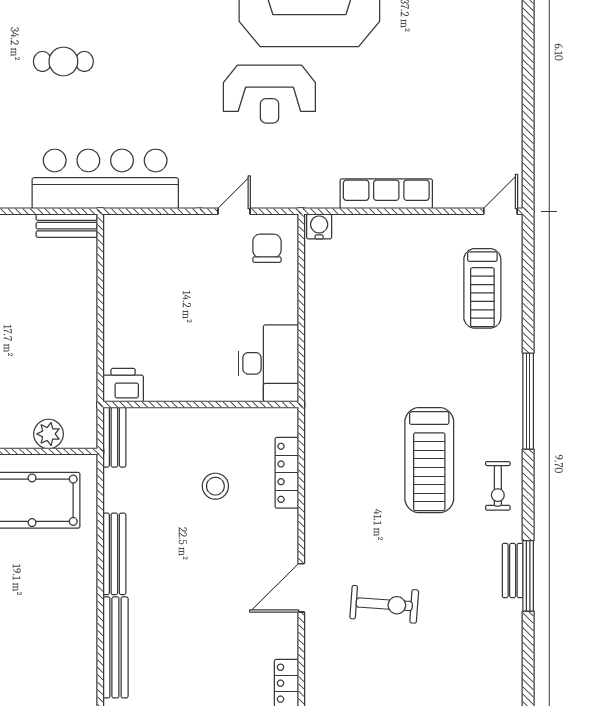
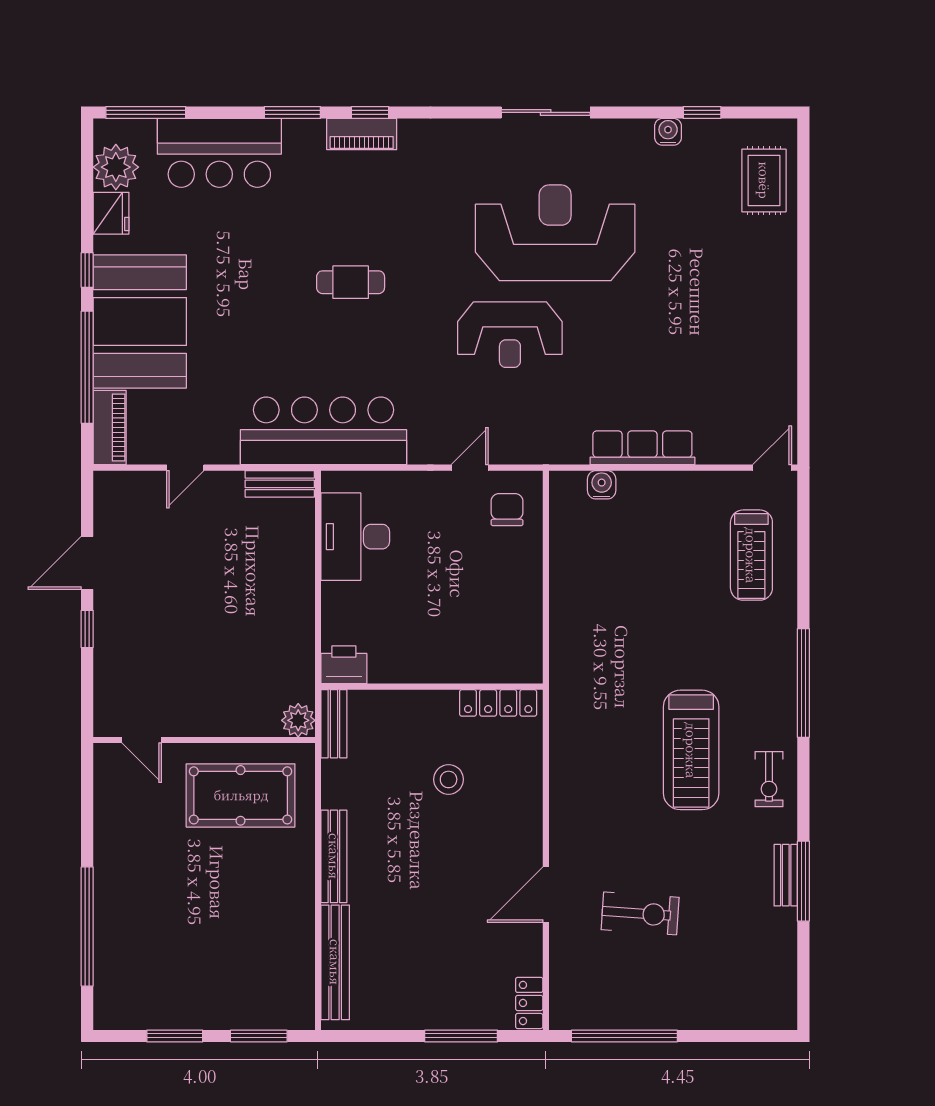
cafe table: (63, 61) -> (351, 282), moved
water cooler: (319, 226) -> (602, 485), moved
desk: (268, 363) -> (355, 537), moved, turned 180
plant: (49, 434) -> (298, 720), moved
locker: (287, 473) -> (498, 703), moved, turned -90

